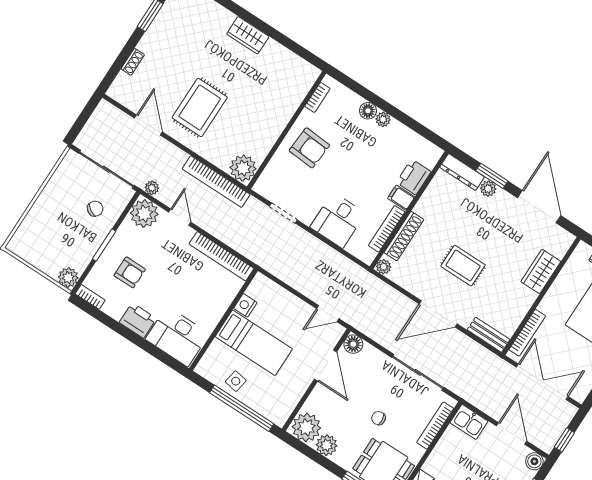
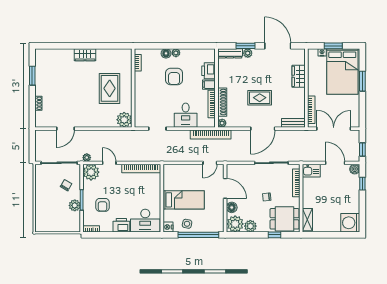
rug: (200, 108) -> (110, 88), moved
door: (148, 125) -> (66, 129), swing flipped
armchair: (309, 148) -> (174, 76), moved, turned 86
bookcase: (216, 182) -> (211, 135), moved
armchair: (130, 272) -> (102, 205), turned 90
plant: (68, 277) -> (75, 205), moved
nightstand: (245, 305) -> (168, 227), moved
floor lamp: (353, 344) -> (232, 207), moved

